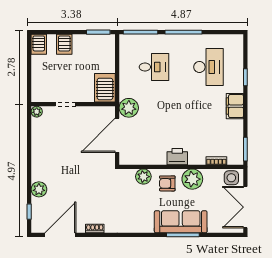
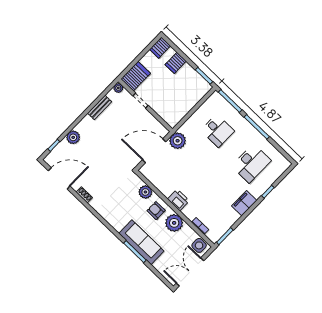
server rack: (105, 88) -> (136, 76), moved
bench: (37, 143) -> (100, 107), added

